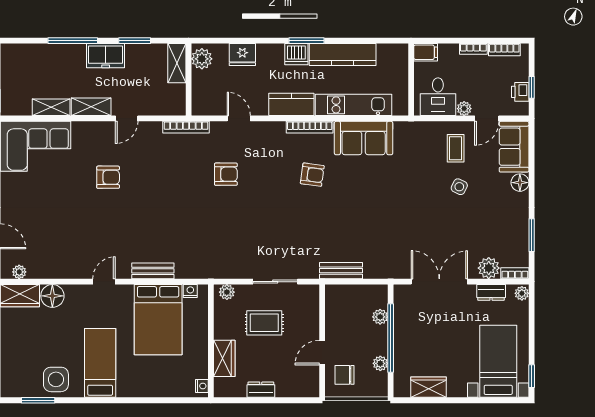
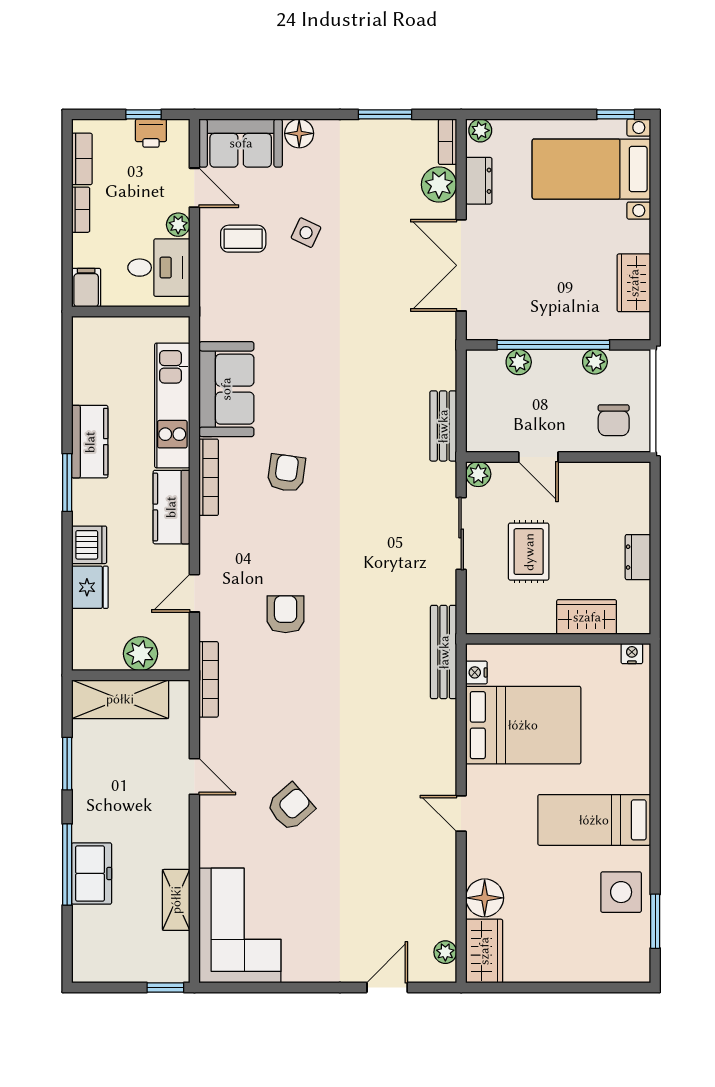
dishwasher: (296, 54) -> (89, 545), moved
kitchen counter: (343, 54) -> (90, 442), width x0.67
freezer: (106, 56) -> (92, 873), moved
plant: (202, 59) -> (140, 654), moved
shelving: (177, 63) -> (120, 699), width x1.50, depth x1.33
shelving: (91, 107) -> (175, 835), removed
armchair: (108, 177) -> (291, 807), turned 49
bench: (153, 271) -> (444, 652), moved, width x1.36
plant: (227, 292) -> (478, 474), moved
door: (322, 353) -> (538, 457), moved

